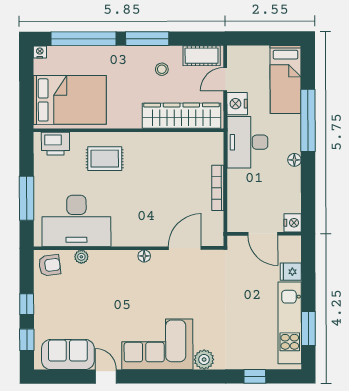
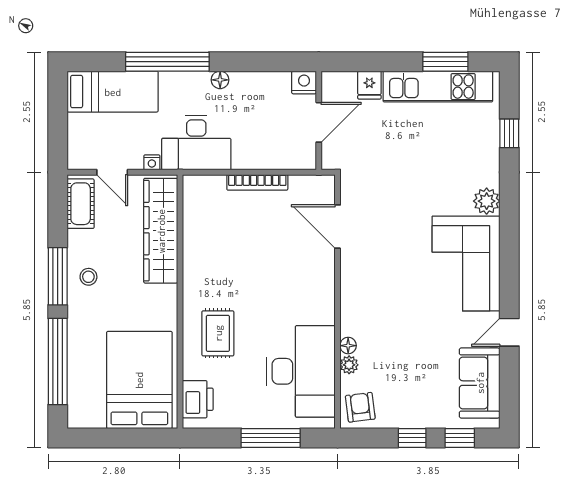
nightstand: (40, 52) -> (75, 420), removed
stool: (162, 69) -> (88, 277), moved
nightstand: (237, 104) -> (152, 162), width x0.53, depth x0.56
floor lamp: (144, 256) -> (348, 346), moved

